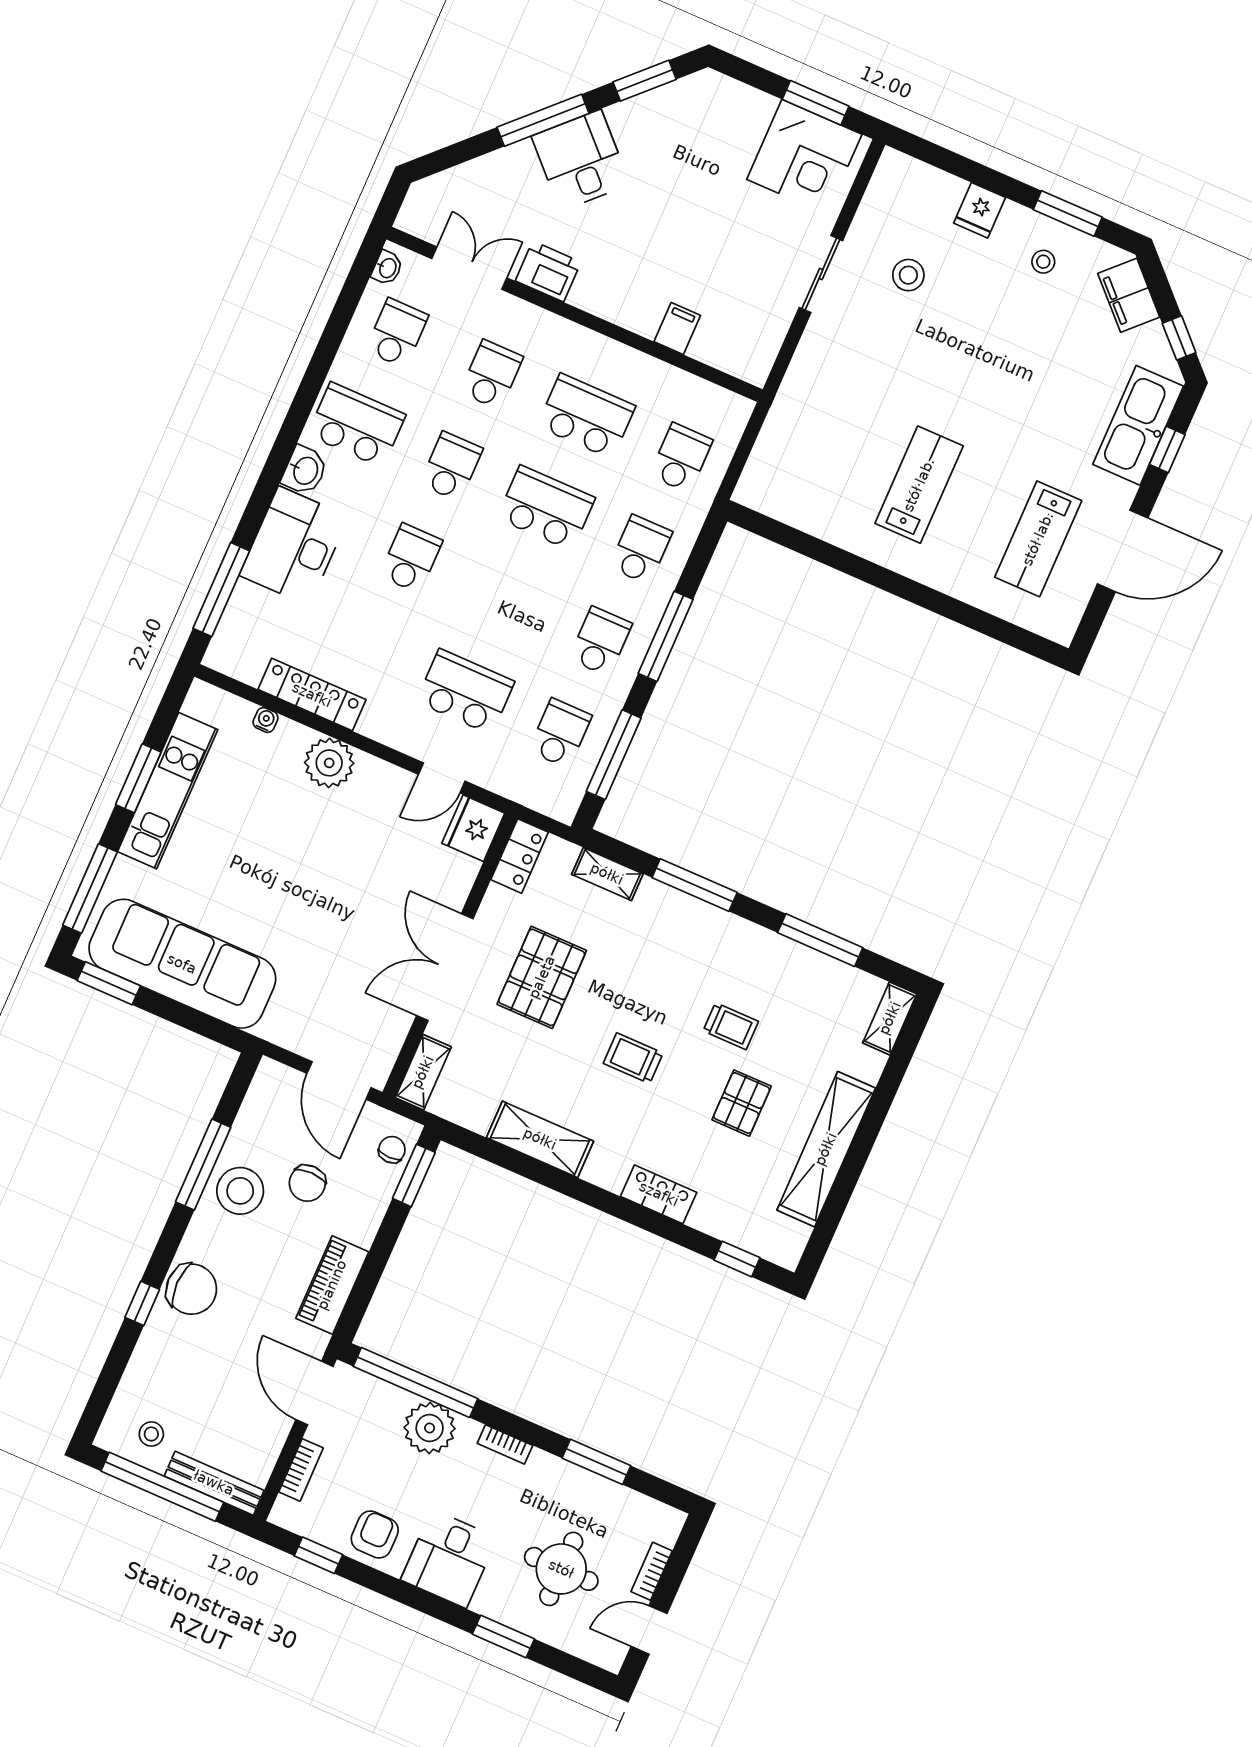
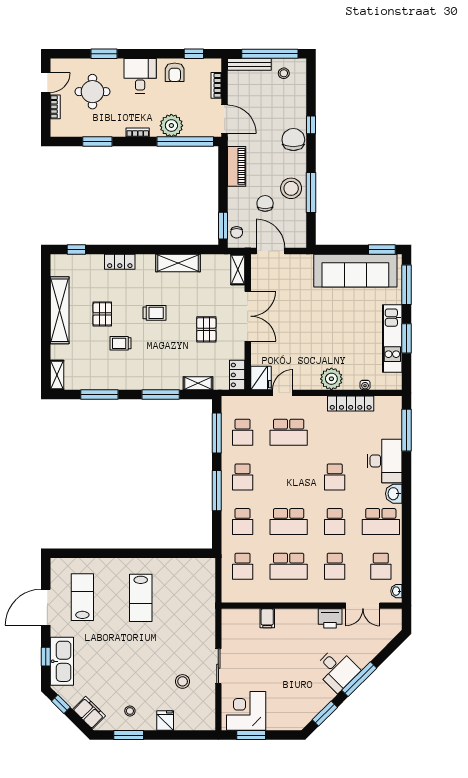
pallet: (542, 977) -> (206, 329), width x0.67, depth x0.71
chair: (191, 1289) -> (293, 140), turned 90

